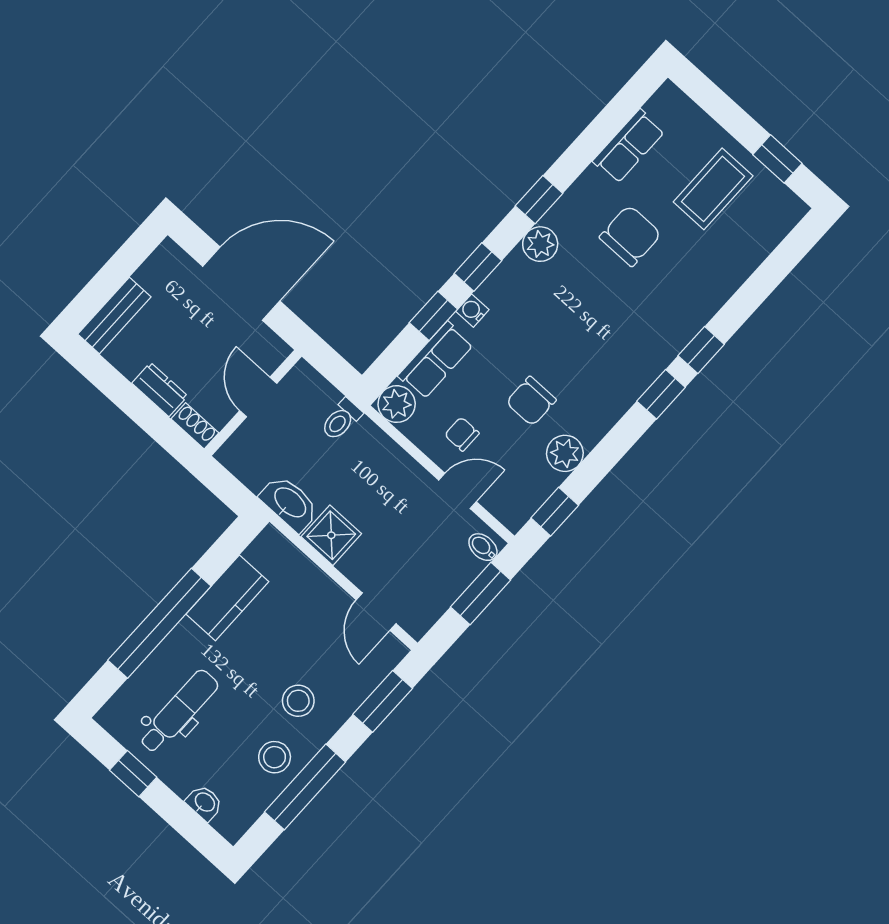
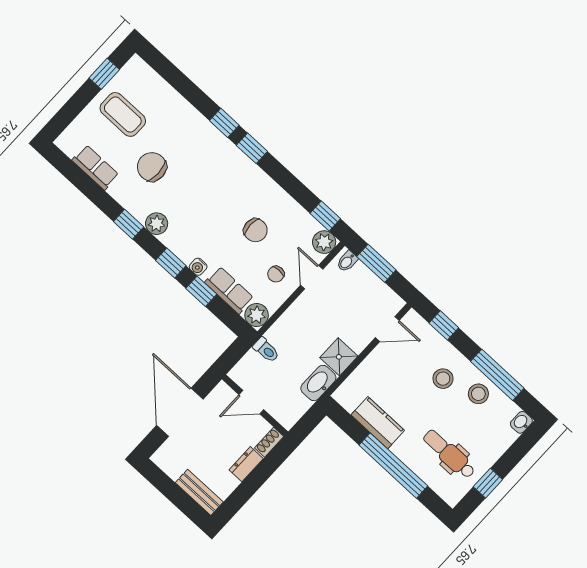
plant: (565, 453) -> (324, 242), moved
window: (383, 701) -> (444, 325), width x0.67
washbasin: (204, 803) -> (521, 422), moved

